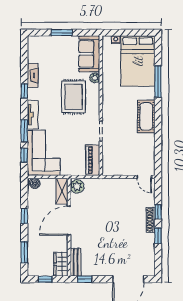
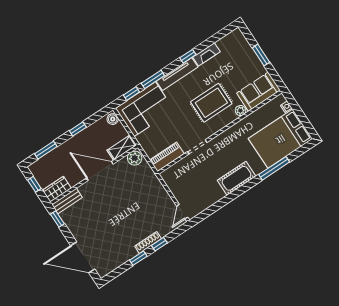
tv unit: (33, 115) -> (177, 74), width x1.41

